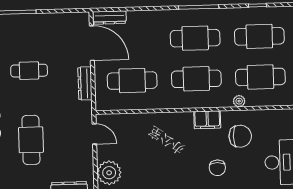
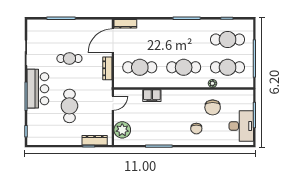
cafe table: (195, 38) -> (184, 40), removed
door: (92, 43) -> (113, 41), swing flipped
filing cabinet: (207, 120) -> (152, 96), moved
door: (94, 134) -> (113, 103), hinge flipped
chair: (240, 136) -> (213, 107), turned 90

